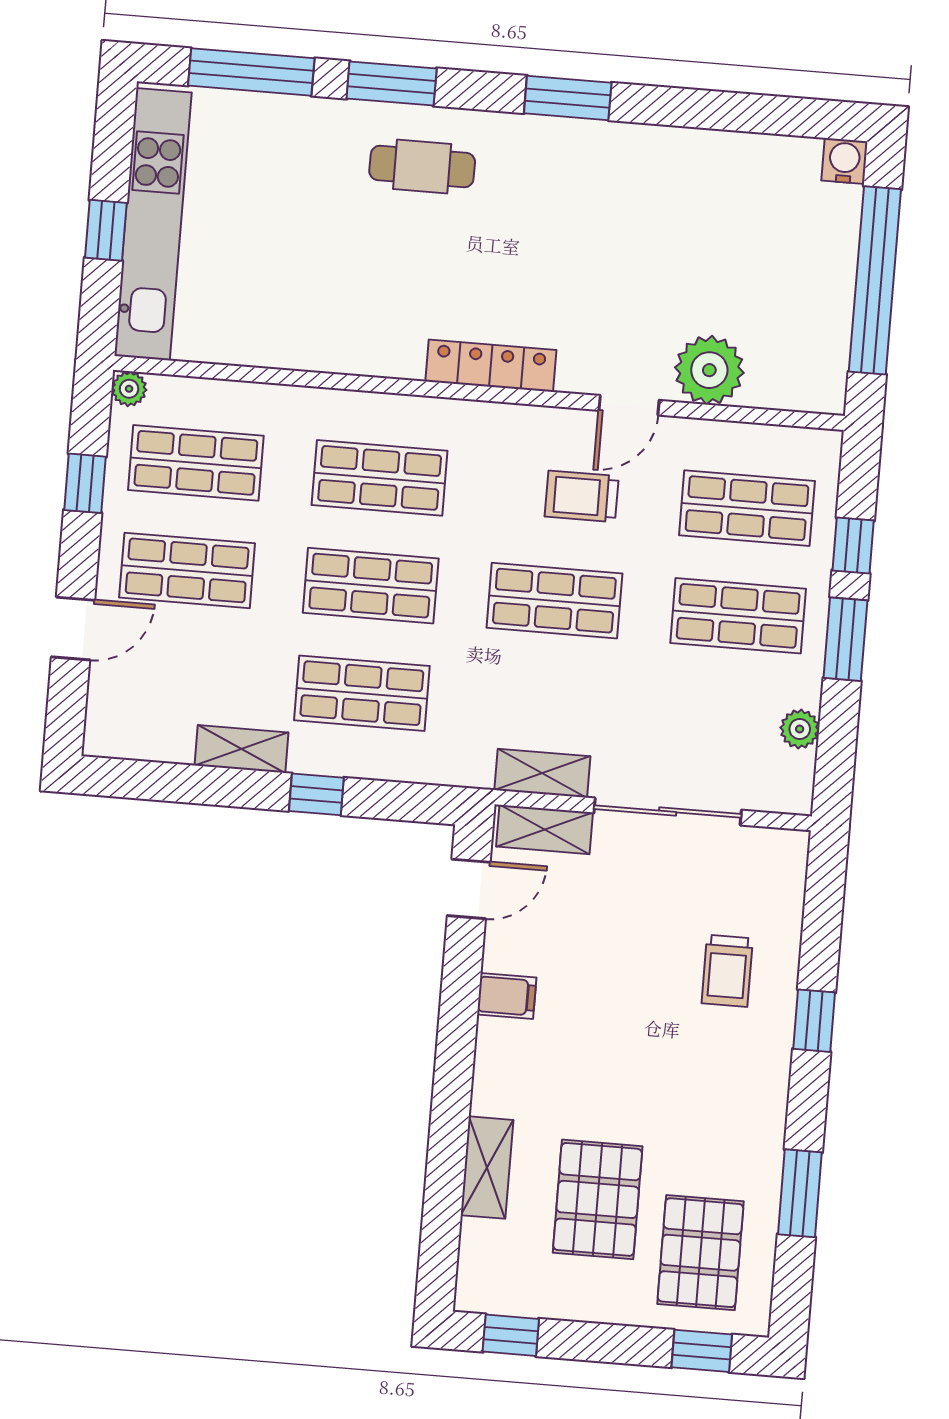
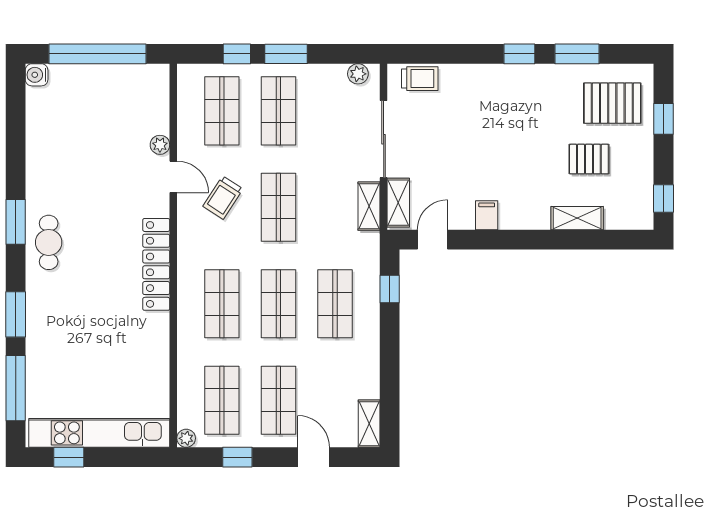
cafe table: (422, 166) -> (49, 242), moved
window: (106, 230) -> (69, 457), moved
locker: (491, 366) -> (156, 264), width x1.41, depth x1.21
plant: (709, 370) -> (160, 145), width x0.53, depth x0.53
trolley: (582, 496) -> (223, 198), turned 33
plant: (800, 729) -> (358, 74), moved
shelving: (242, 749) -> (369, 424), moved
window: (316, 794) -> (390, 289), moved
door: (469, 889) -> (432, 240), hinge flipped
trolley: (727, 971) -> (420, 79), moved
window: (814, 1021) -> (519, 54), moved
pallet: (598, 1199) -> (589, 159), width x0.67, depth x0.71
window: (702, 1351) -> (663, 119), moved

